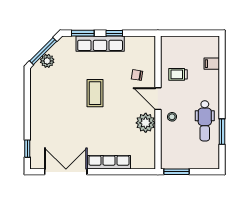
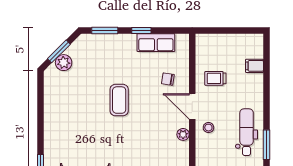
row of seats: (100, 44) -> (156, 43), moved, width x0.68
window: (43, 51) -> (59, 51), width x0.69
dental chair: (205, 121) -> (247, 132), turned 180
plant: (146, 123) -> (183, 134), width x0.53, depth x0.53

